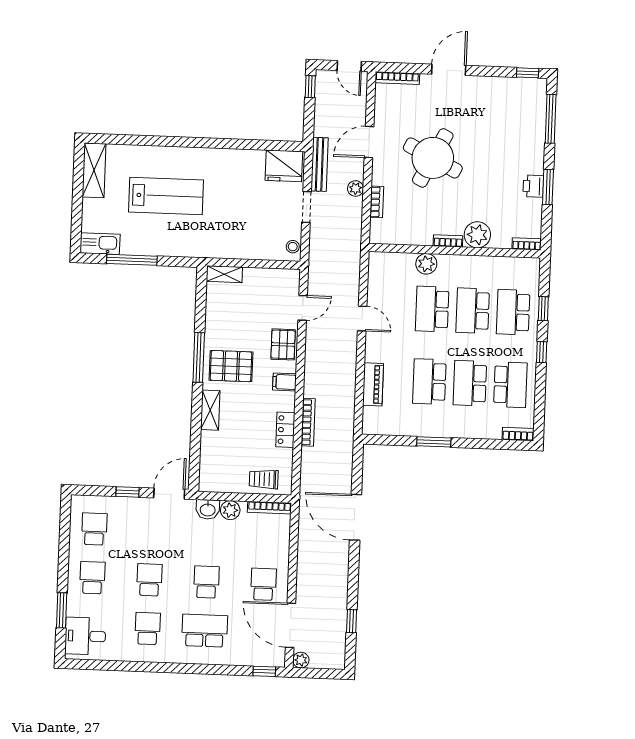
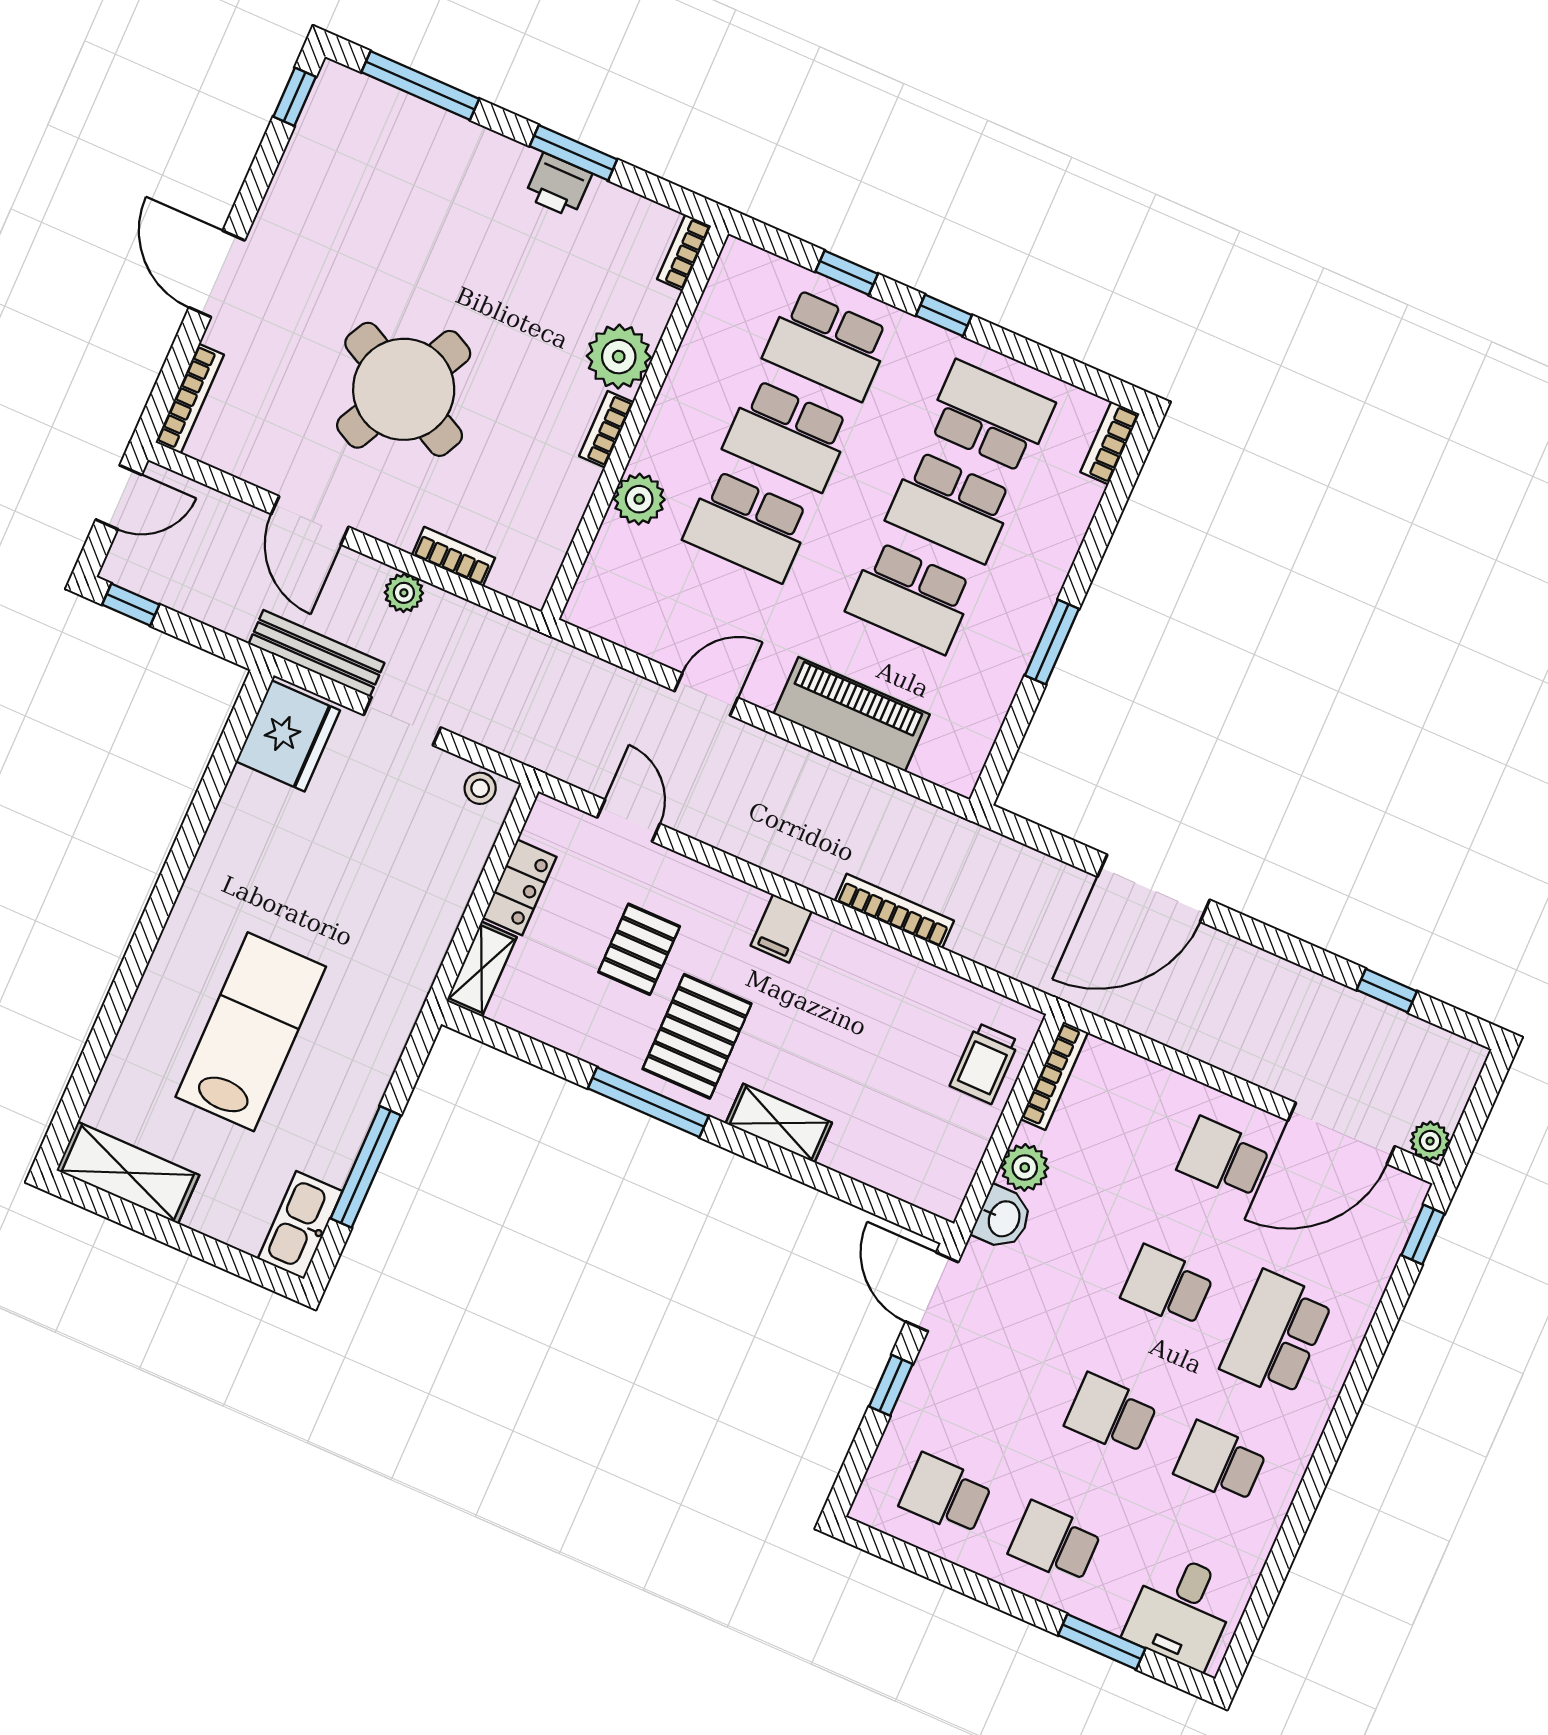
pallet: (283, 344) -> (639, 949), moved, turned 90
piano: (373, 384) -> (852, 714), width x1.37, depth x1.33
locker: (285, 430) -> (520, 887), moved, turned -90

